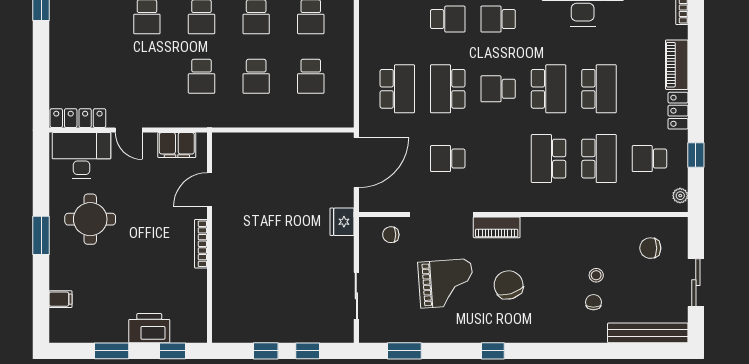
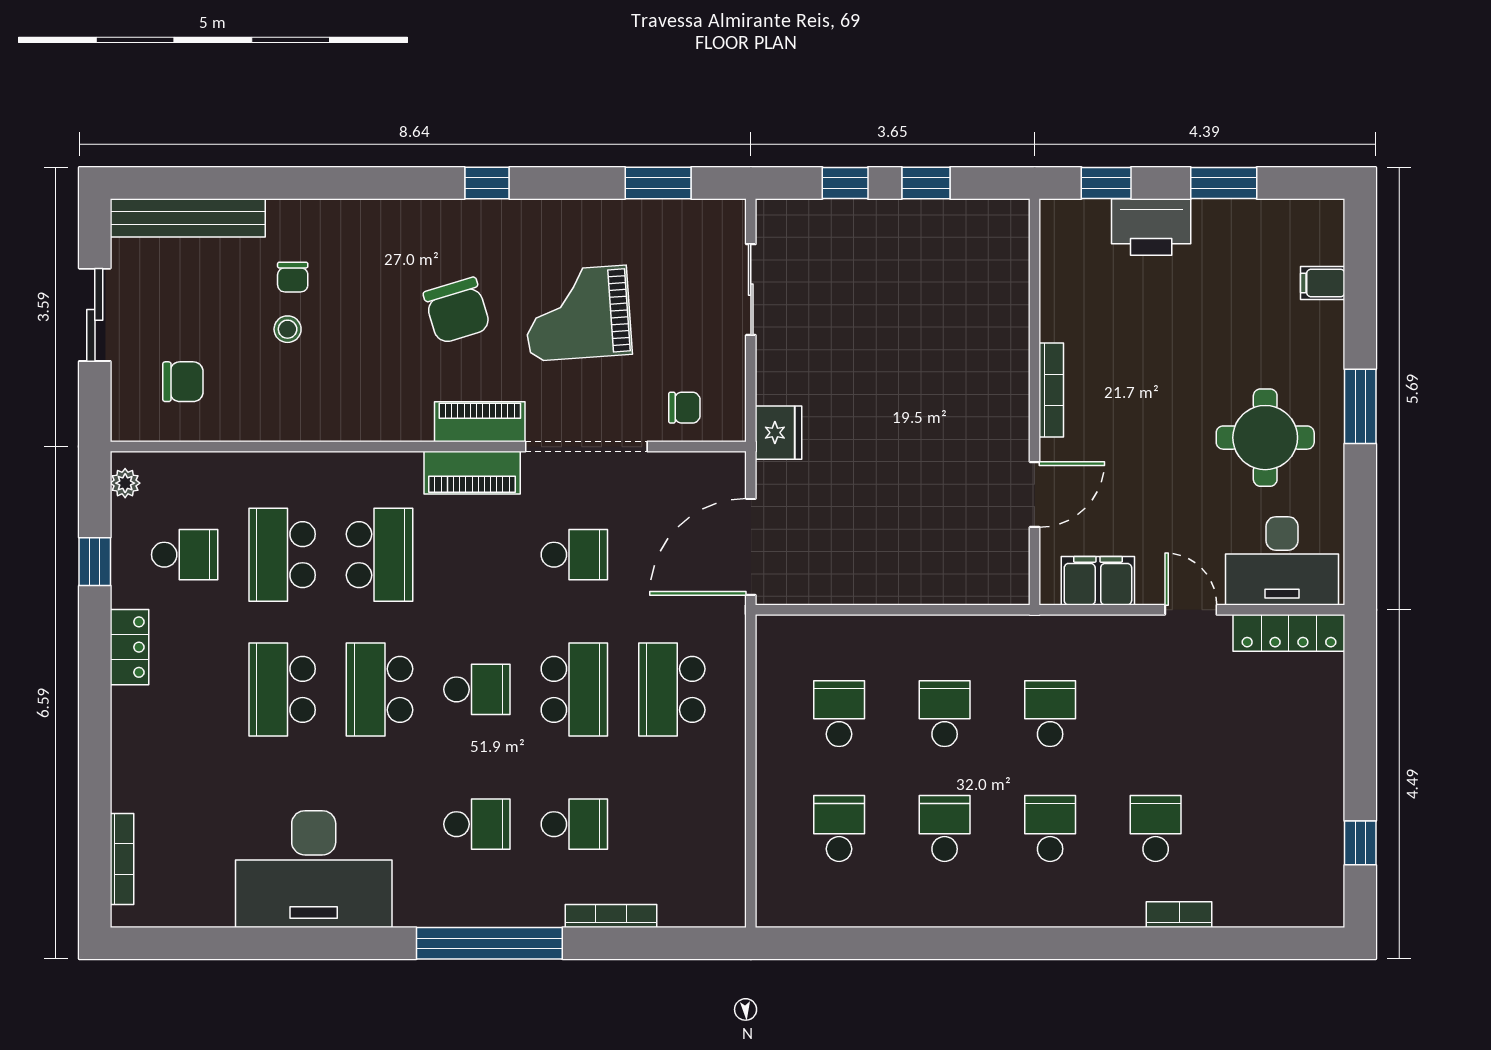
school desk: (448, 19) -> (574, 824), turned 180
piano: (677, 65) -> (472, 473), moved, turned 90

